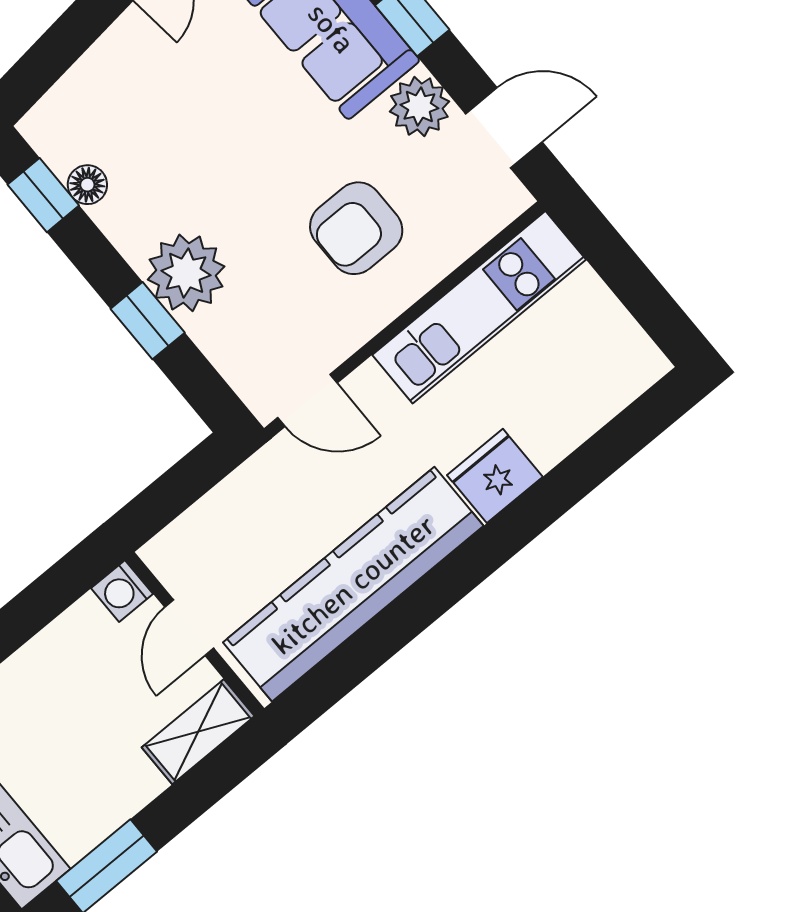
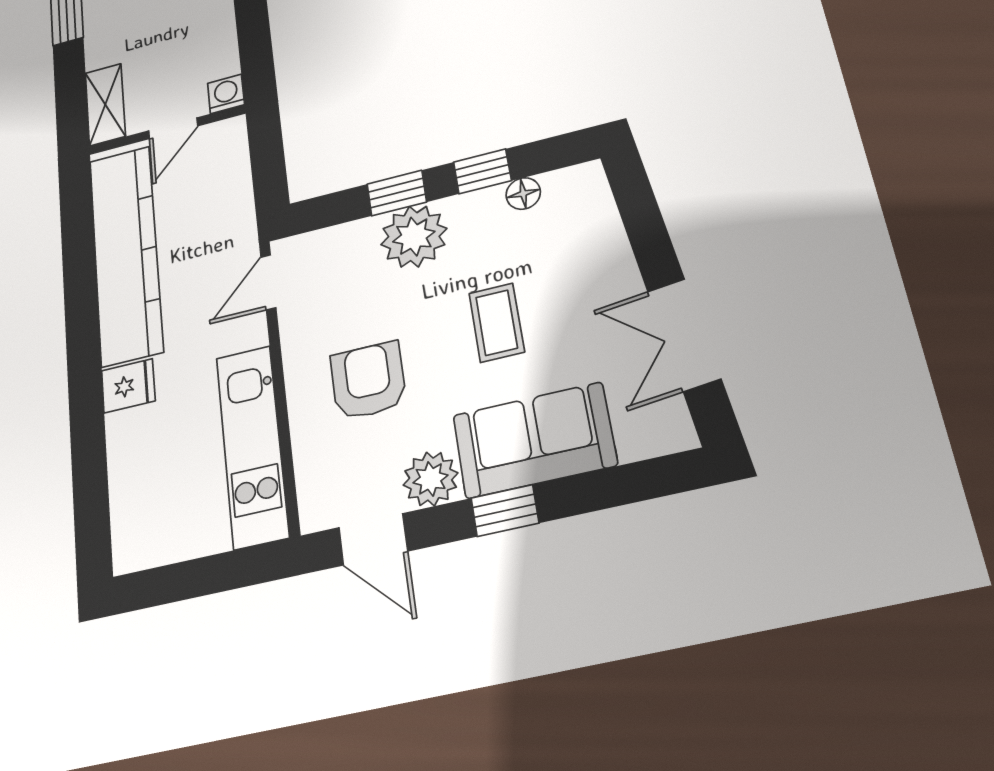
door: (504, 128) -> (373, 539), hinge flipped
coffee table: (235, 133) -> (497, 323), added
window: (43, 195) -> (482, 171), moved
fridge: (495, 476) -> (128, 386), width x0.72
door: (189, 628) -> (173, 128), swing flipped

